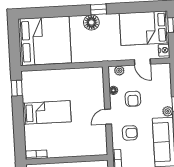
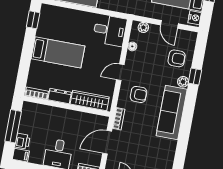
desk: (89, 81) -> (110, 30), added
armchair: (133, 99) -> (177, 58), moved, turned -90
wardrobe: (86, 149) -> (90, 100), added
dresser: (58, 152) -> (60, 96), added

